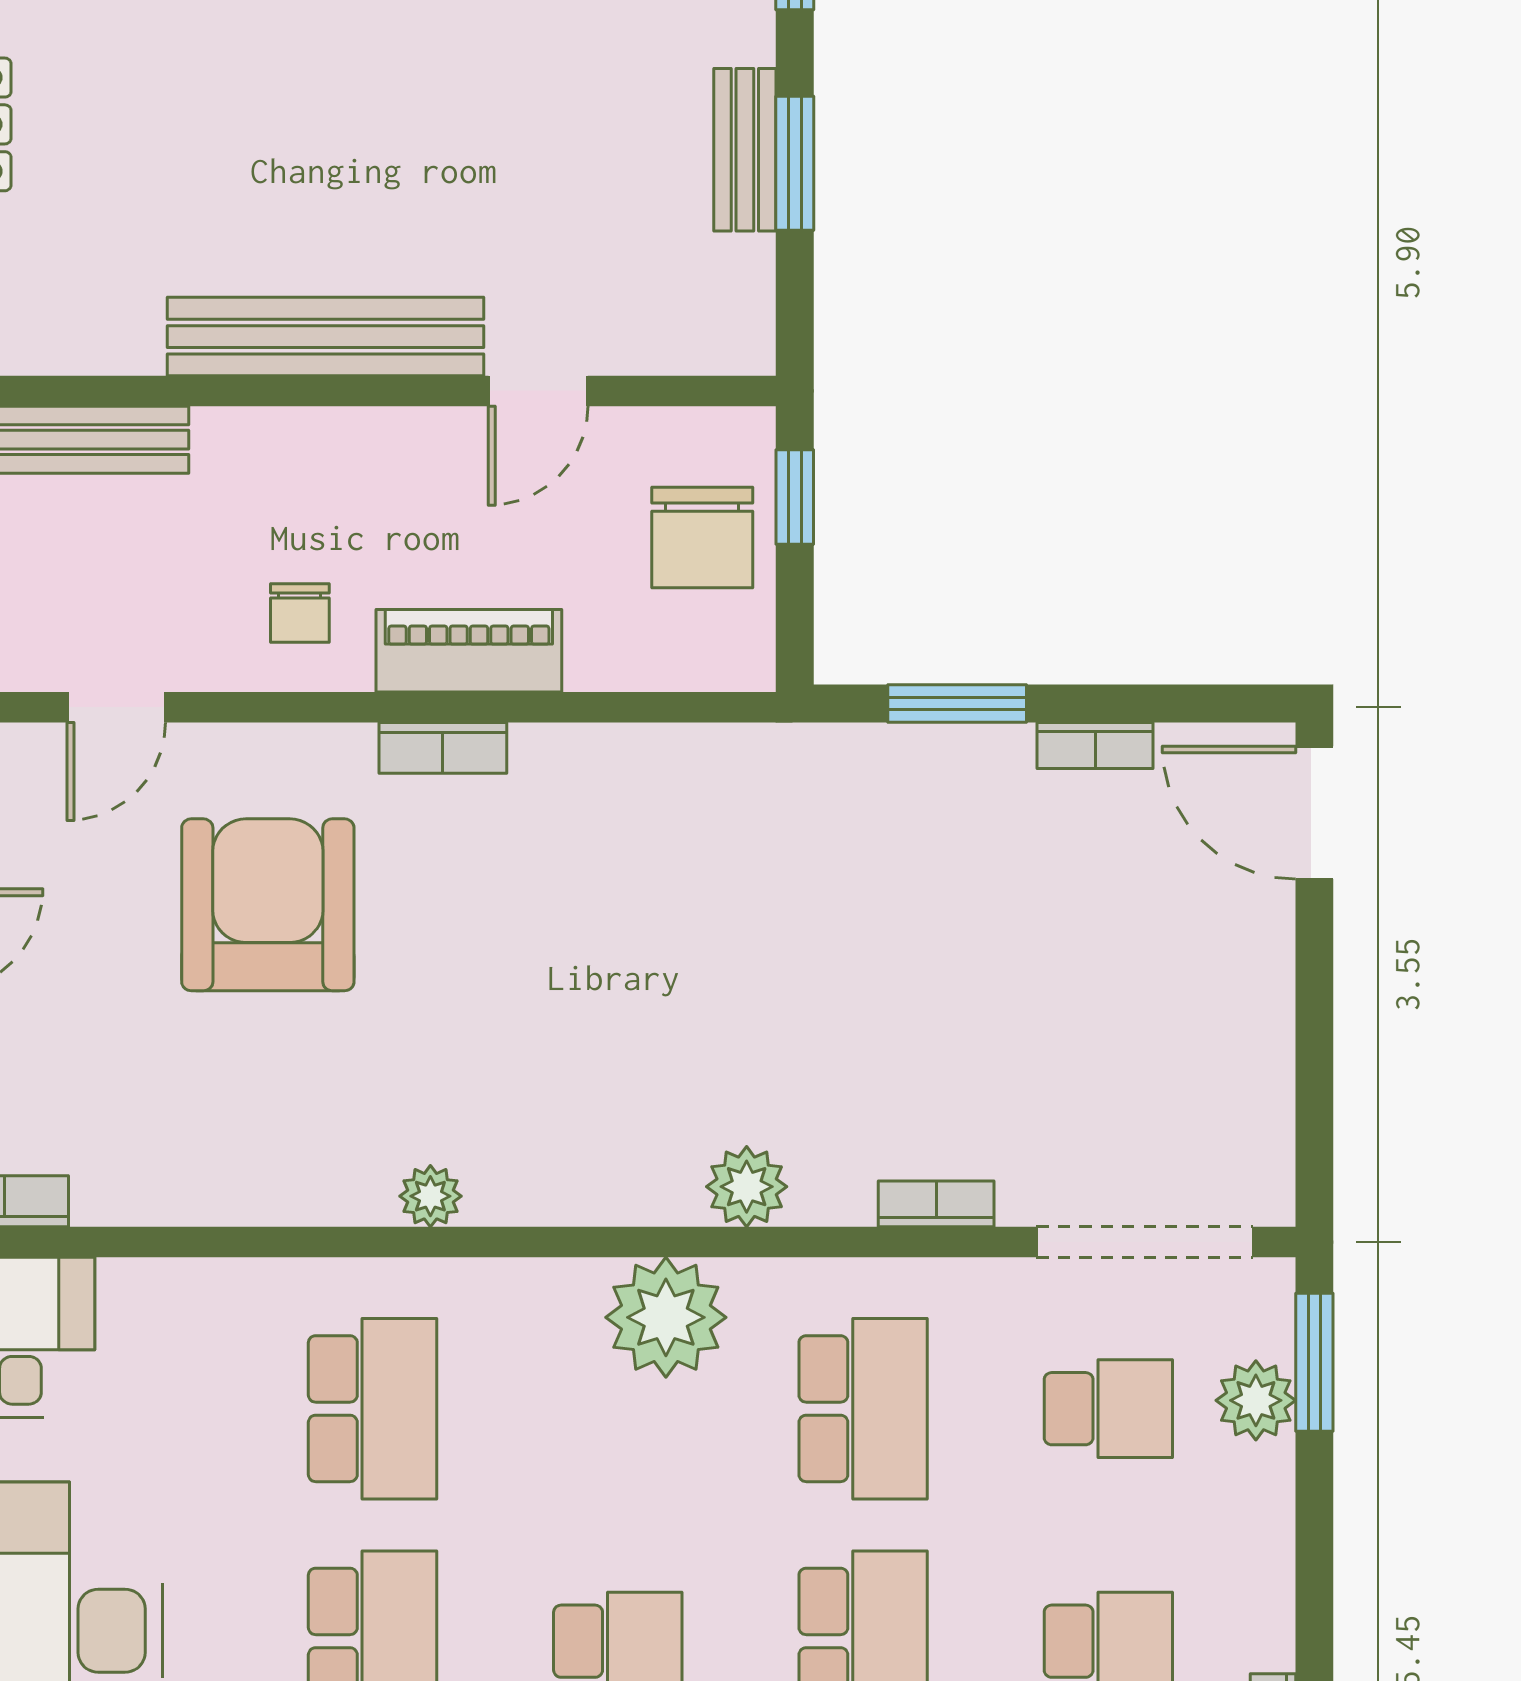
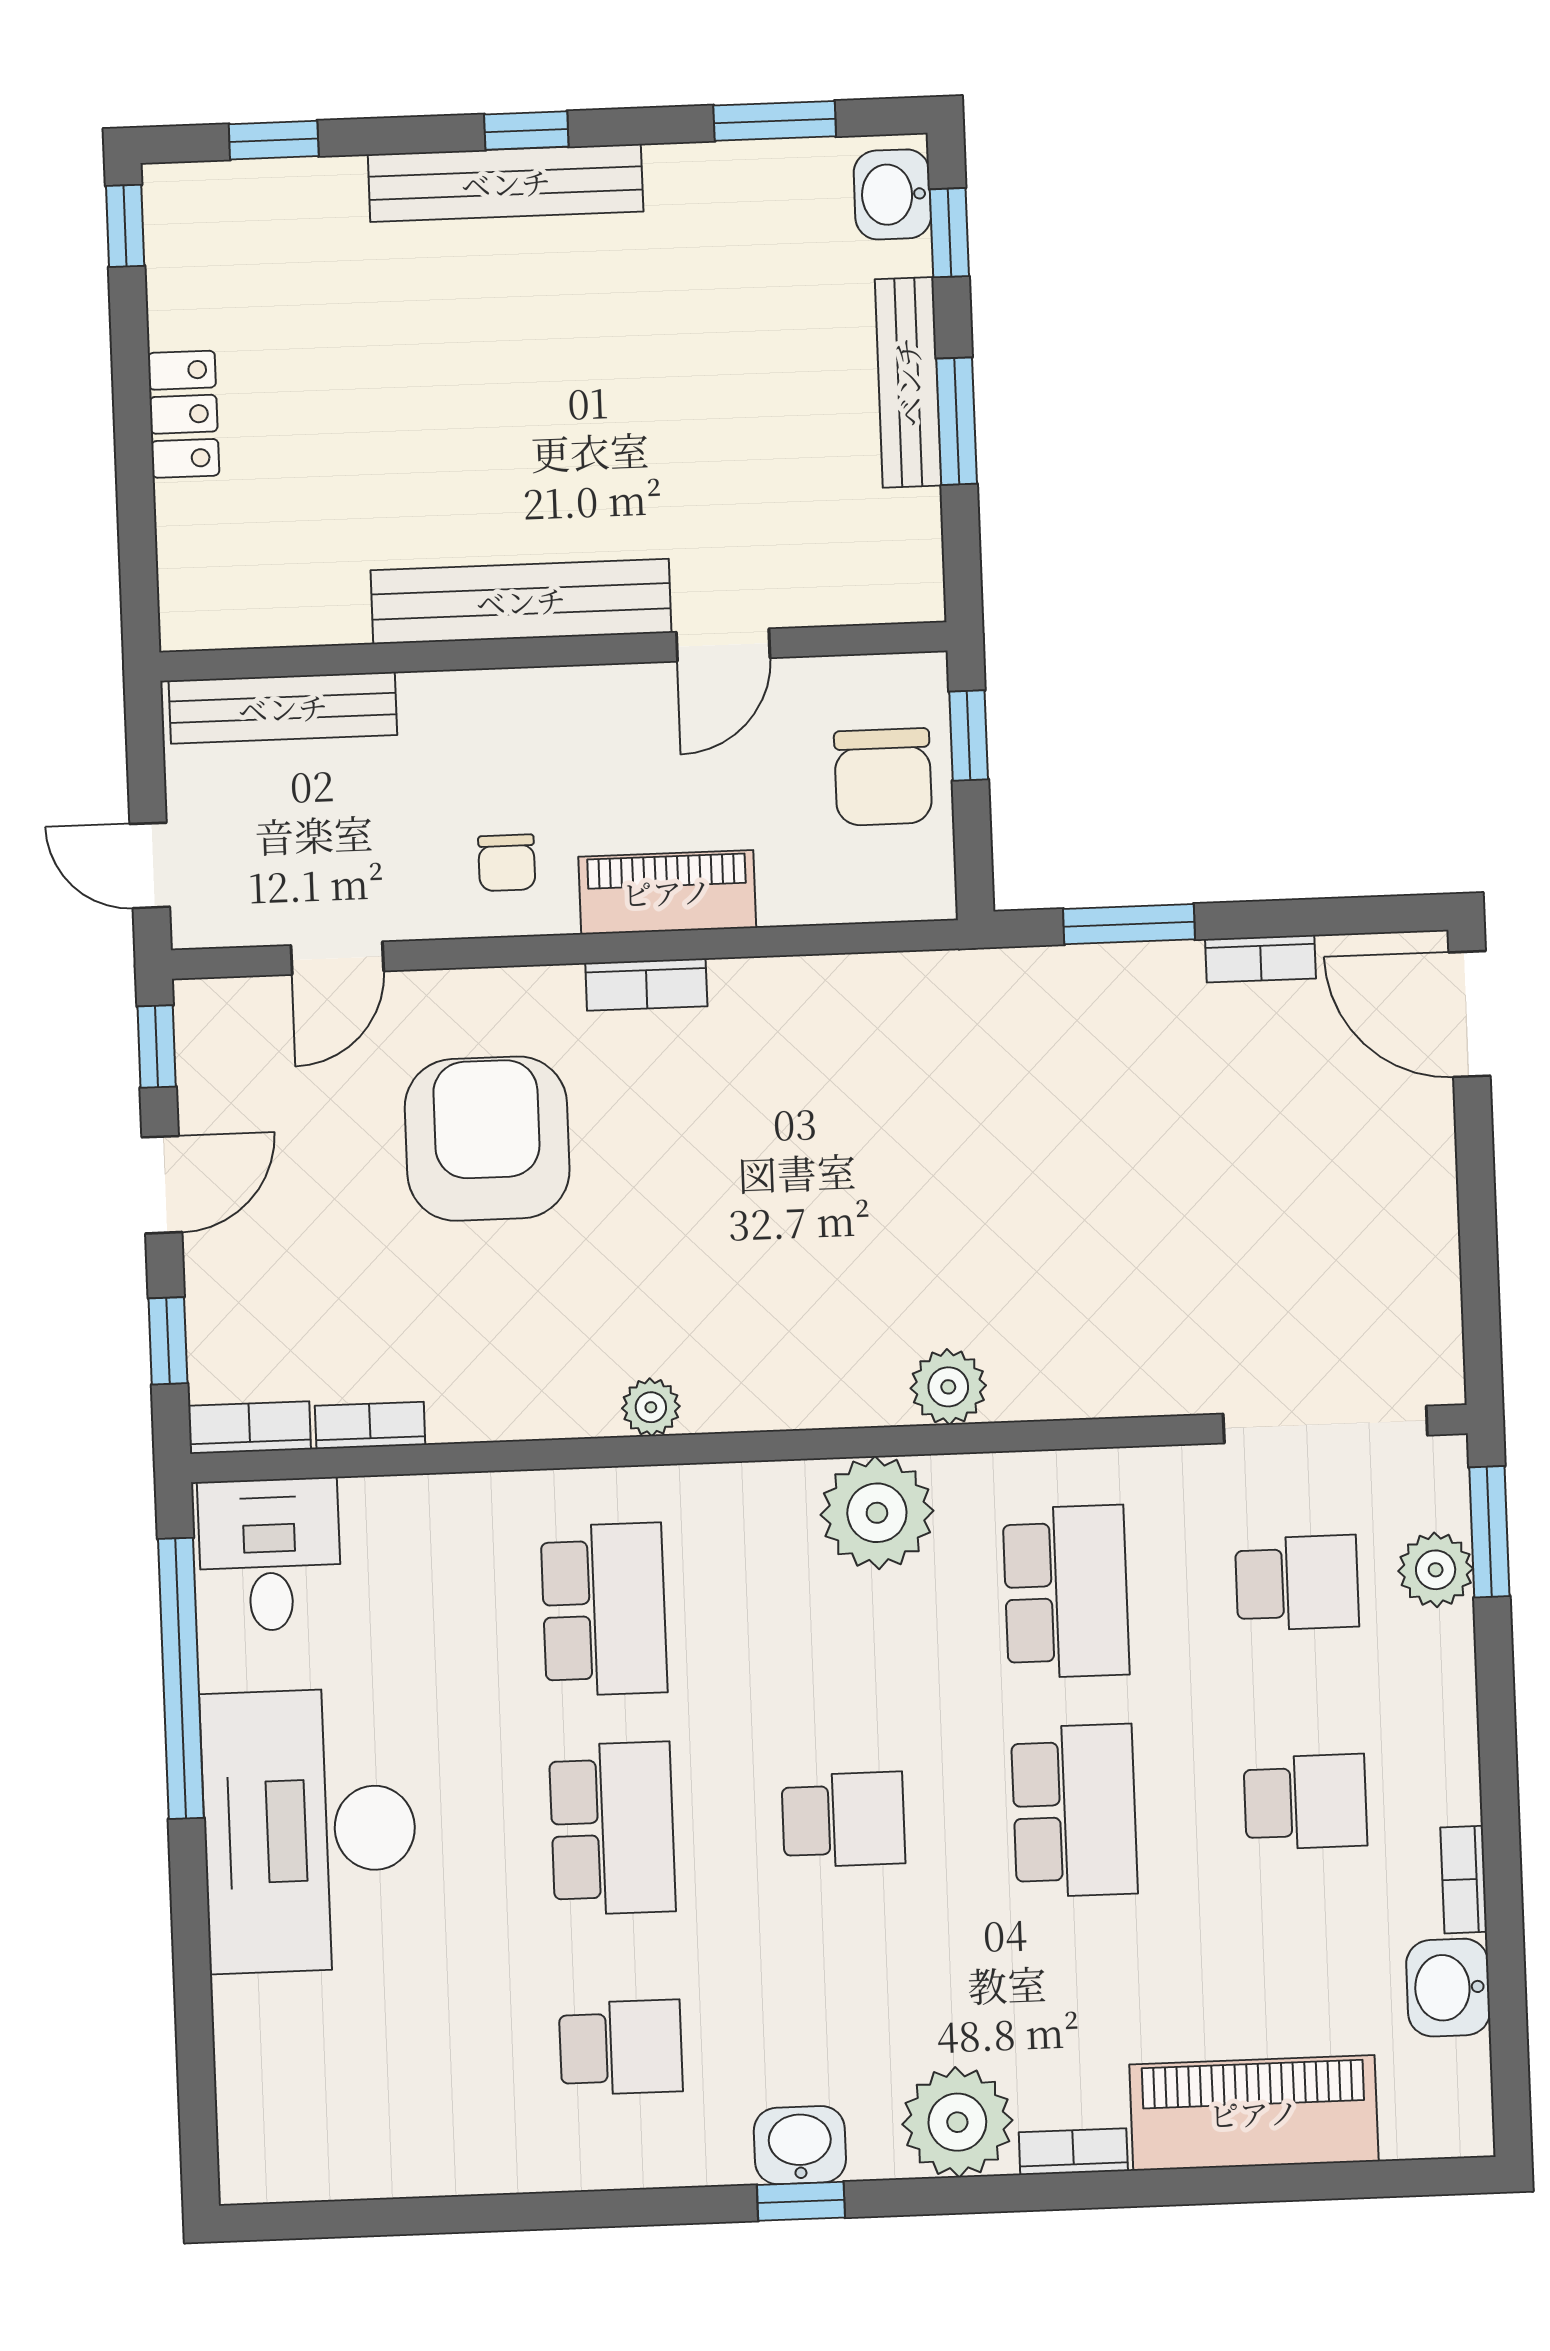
bench: (745, 150) -> (908, 382), width x1.36
bookcase: (936, 1204) -> (370, 1425), moved

